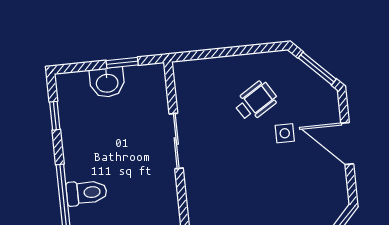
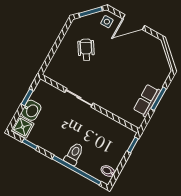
shower: (73, 87) -> (23, 127), added
side table: (285, 133) -> (107, 22), moved

